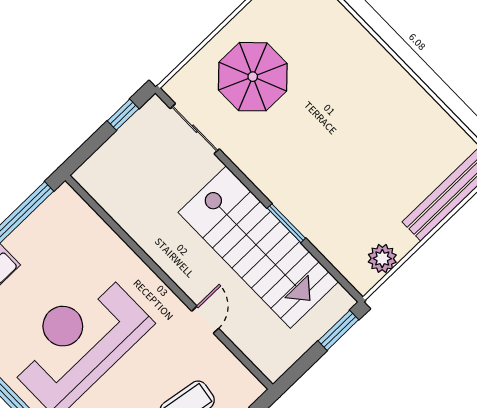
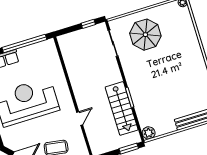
stairs: (258, 247) -> (122, 108), width x0.73, depth x0.66
plant: (382, 258) -> (149, 133), moved

